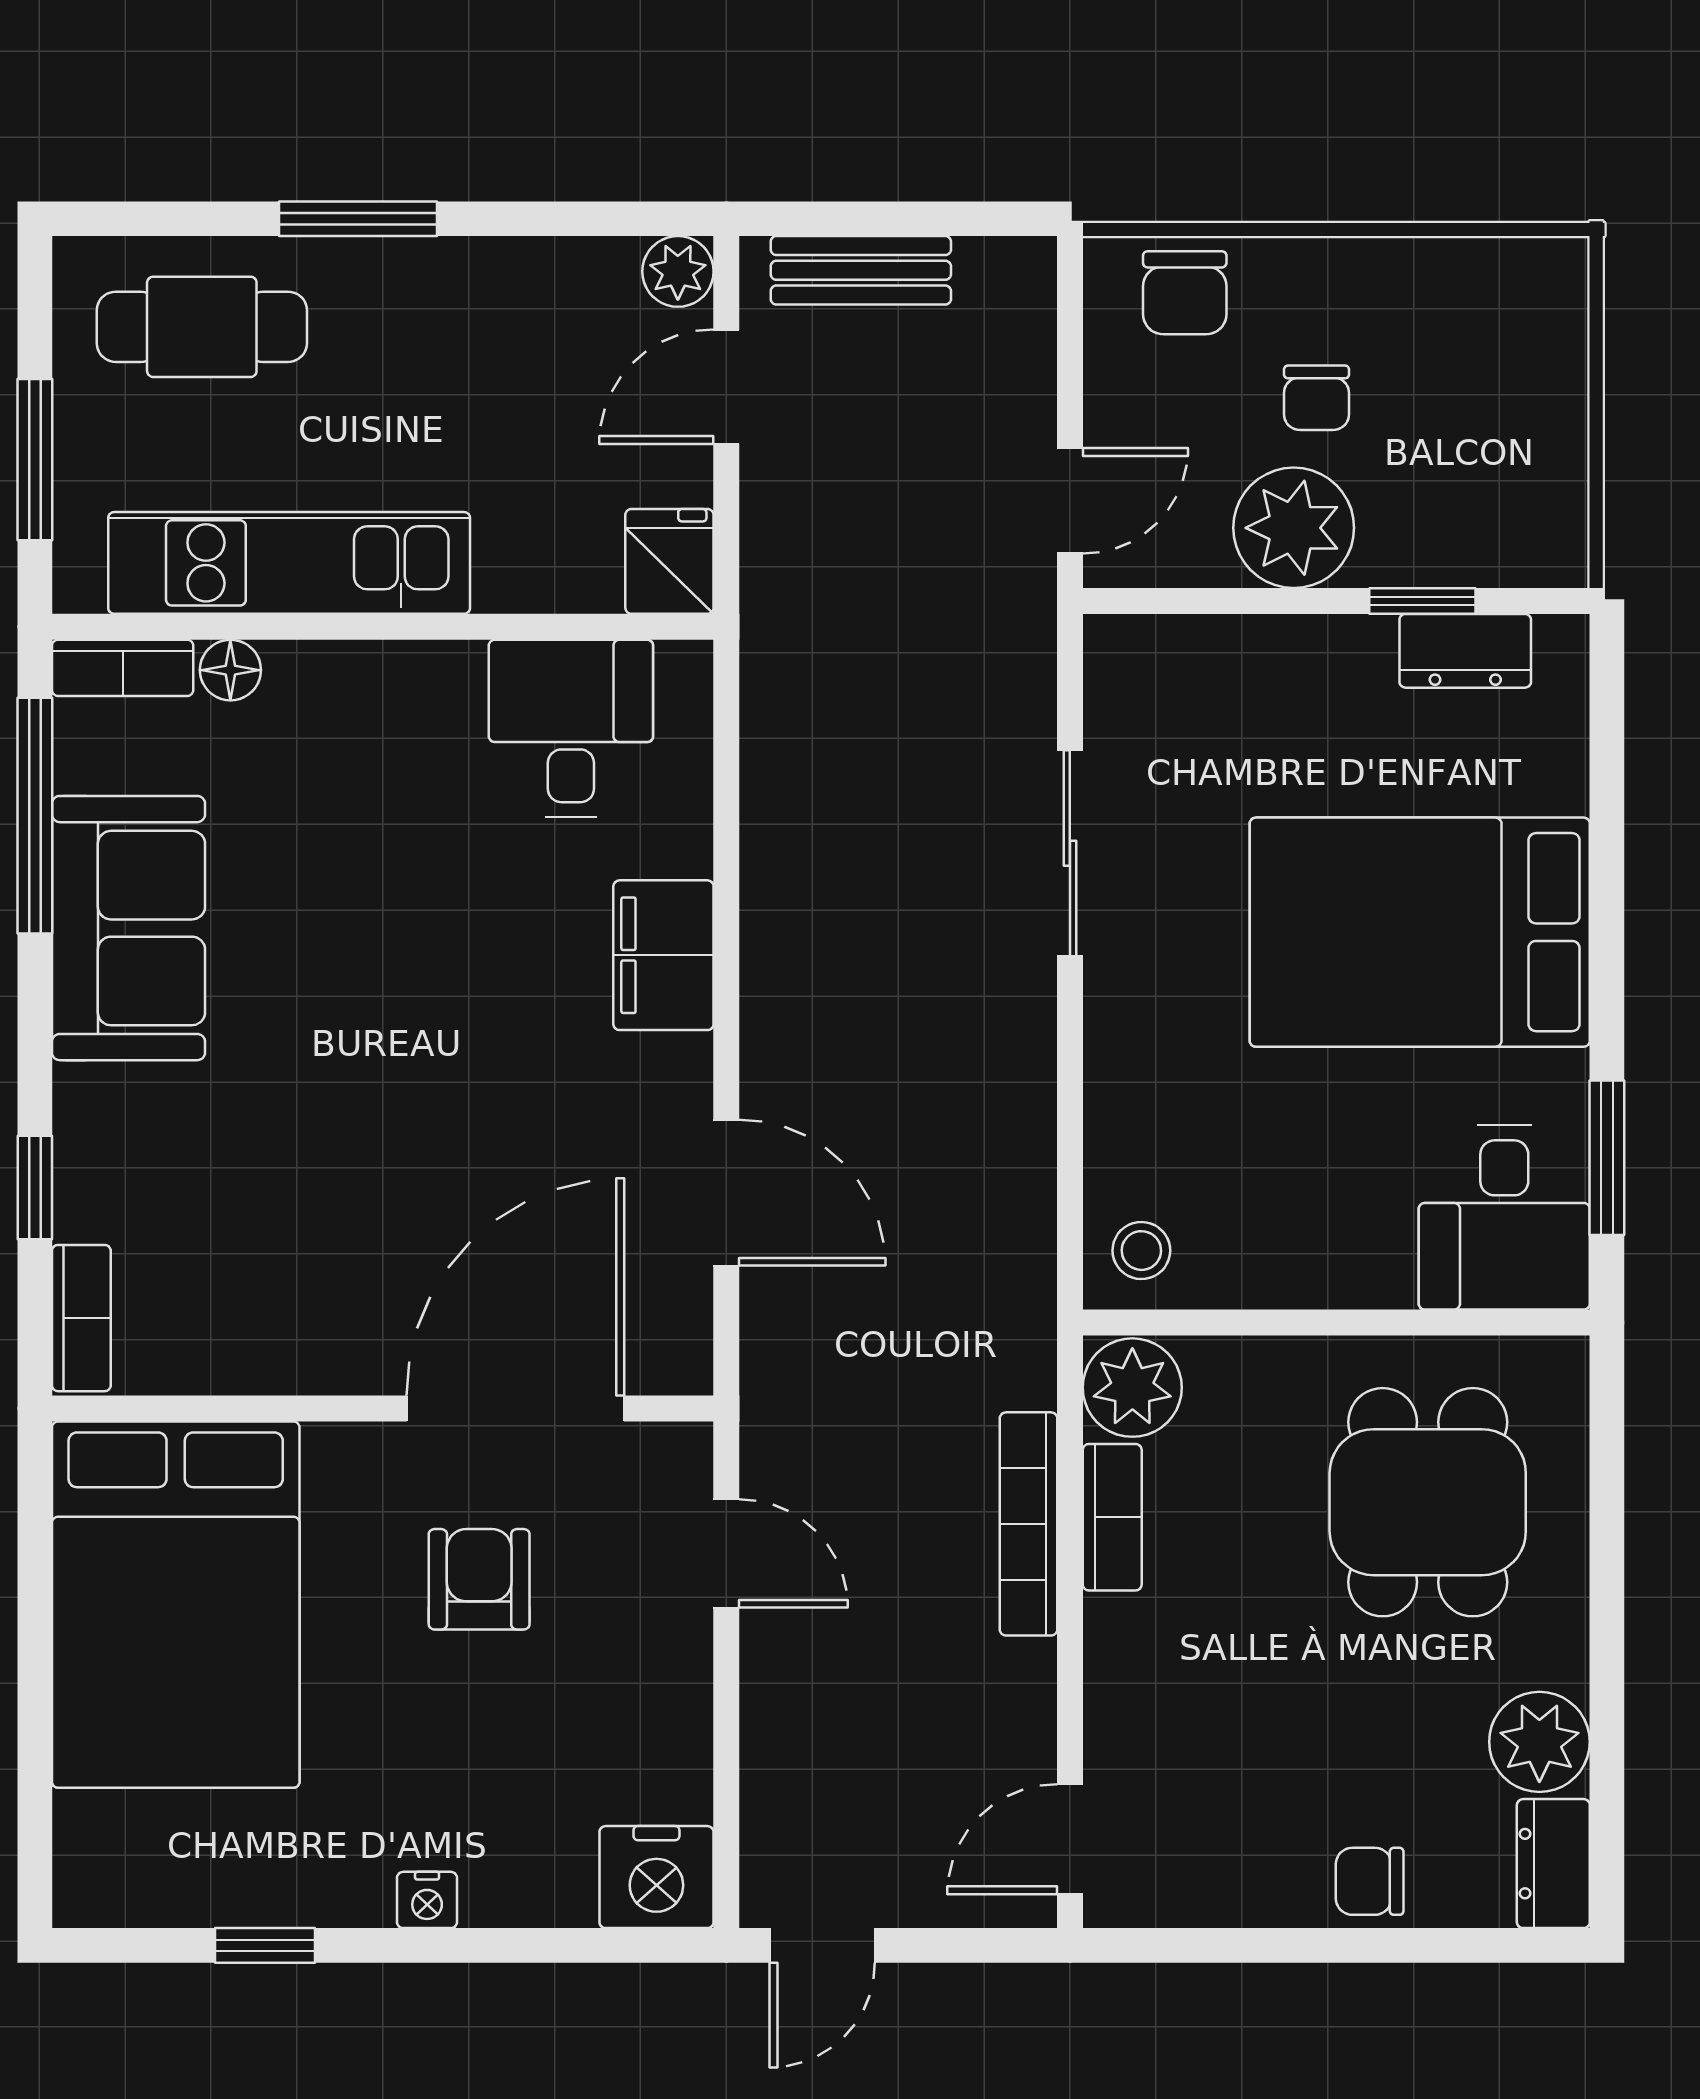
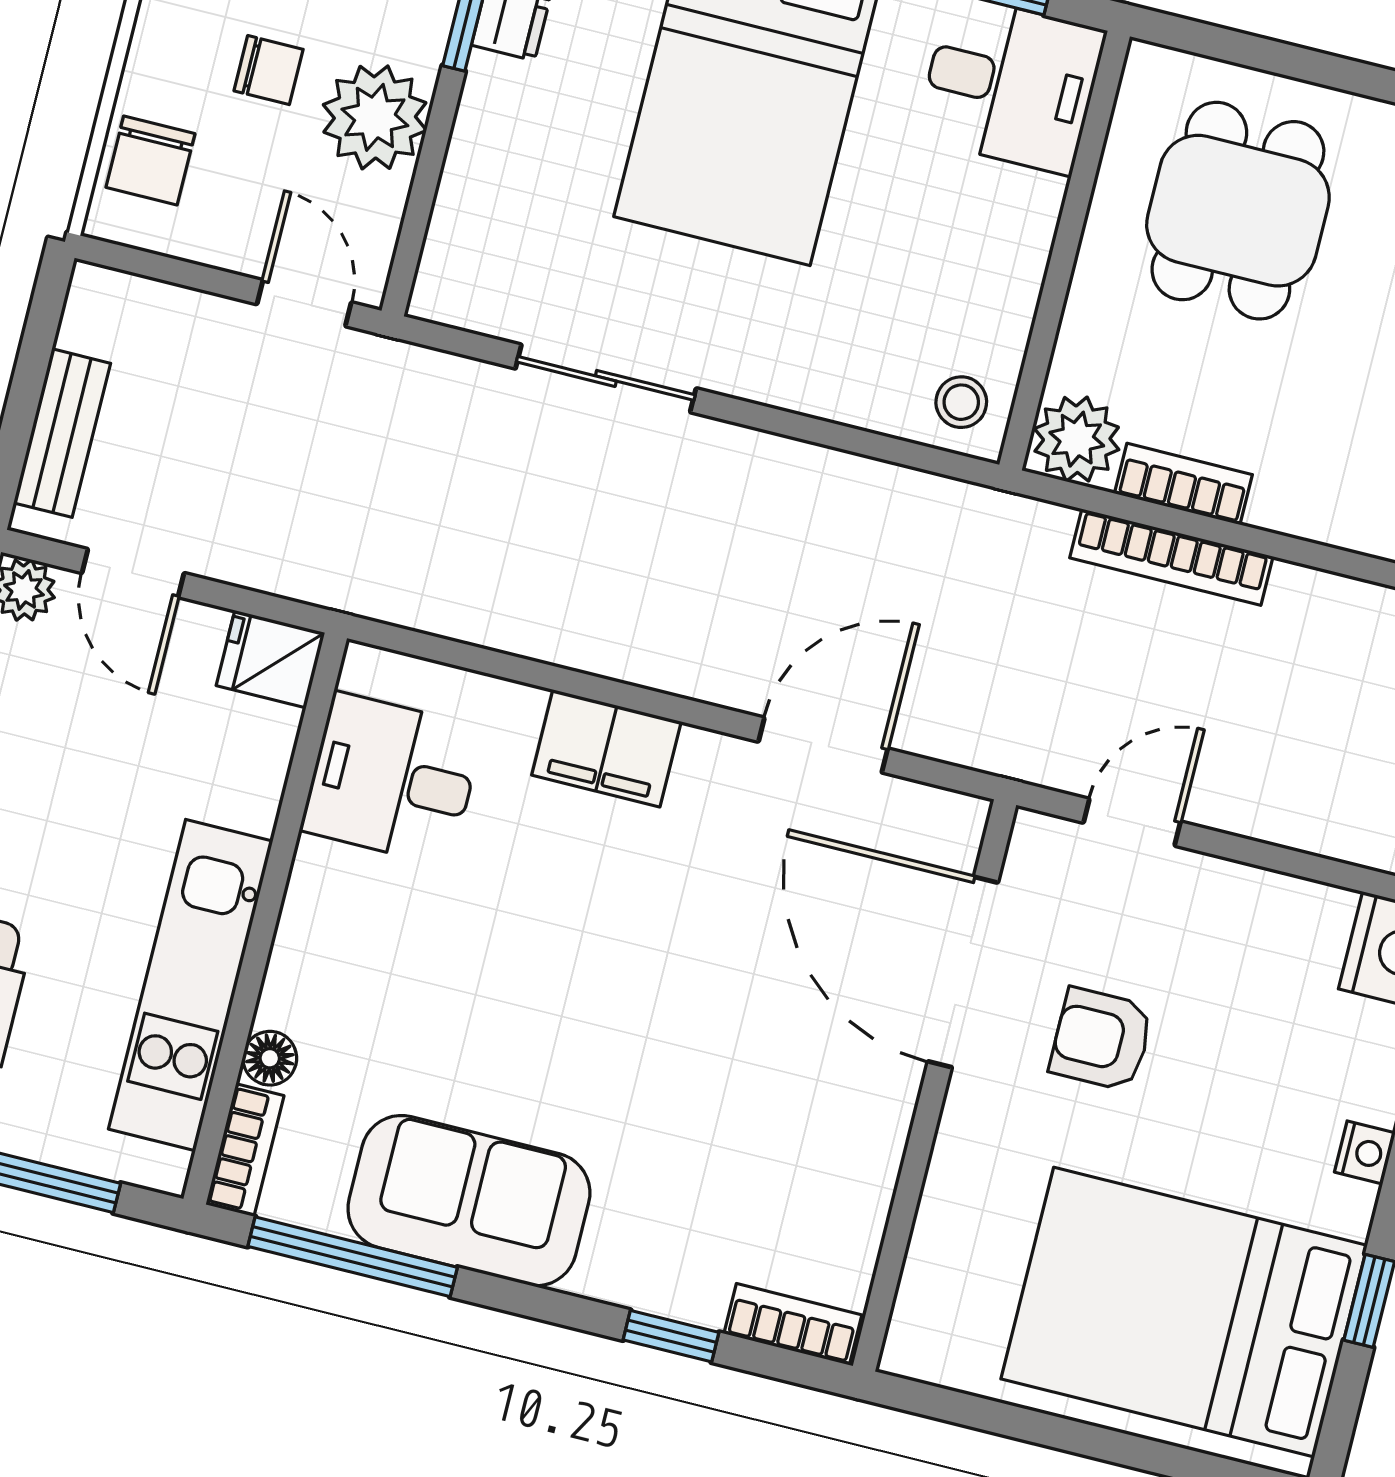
chair: (1185, 293) -> (150, 160), turned 90
dining table: (1428, 1502) -> (1238, 211), turned 90
bed: (176, 1605) -> (1184, 1312), moved, turned 180

